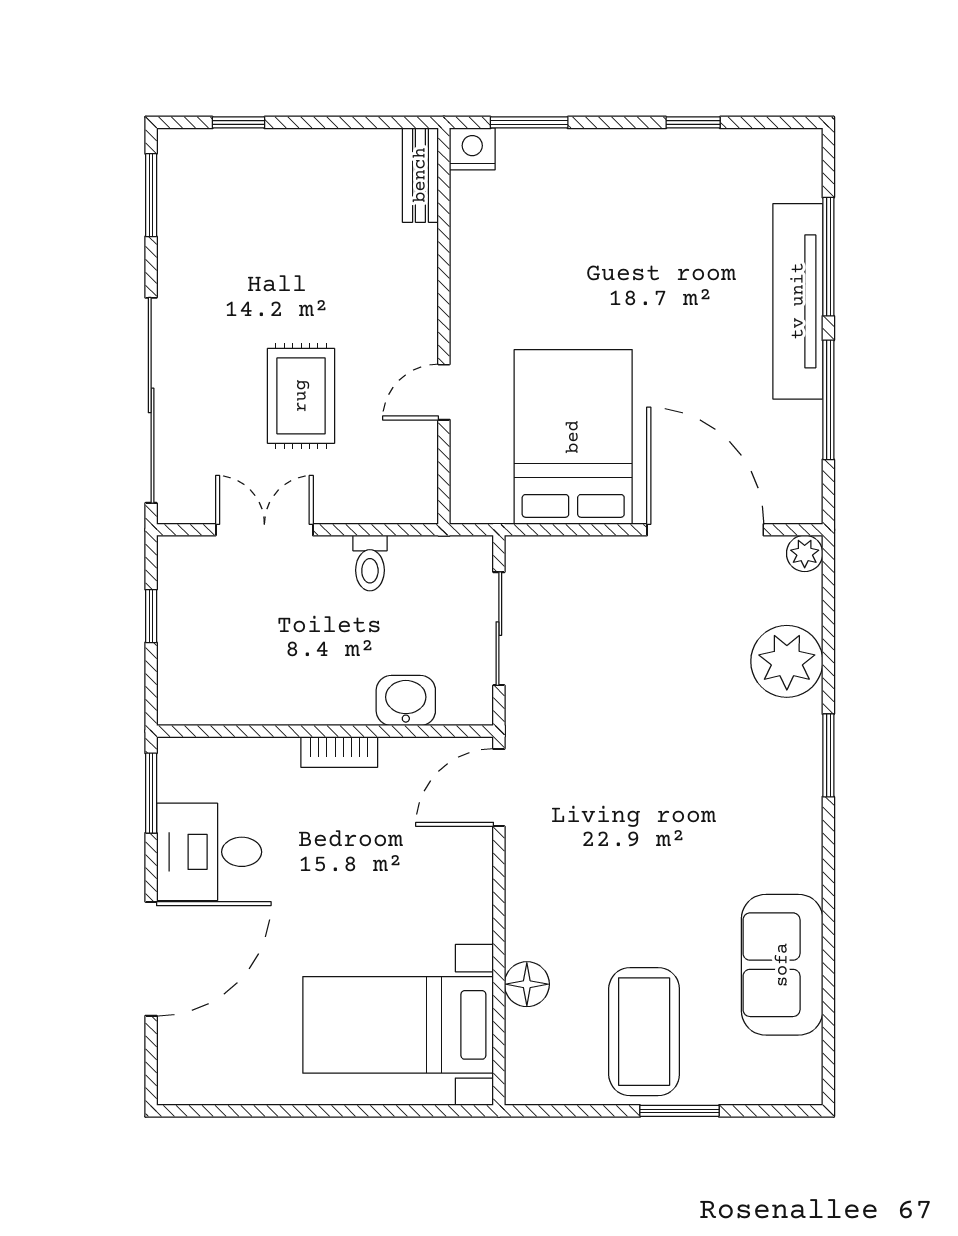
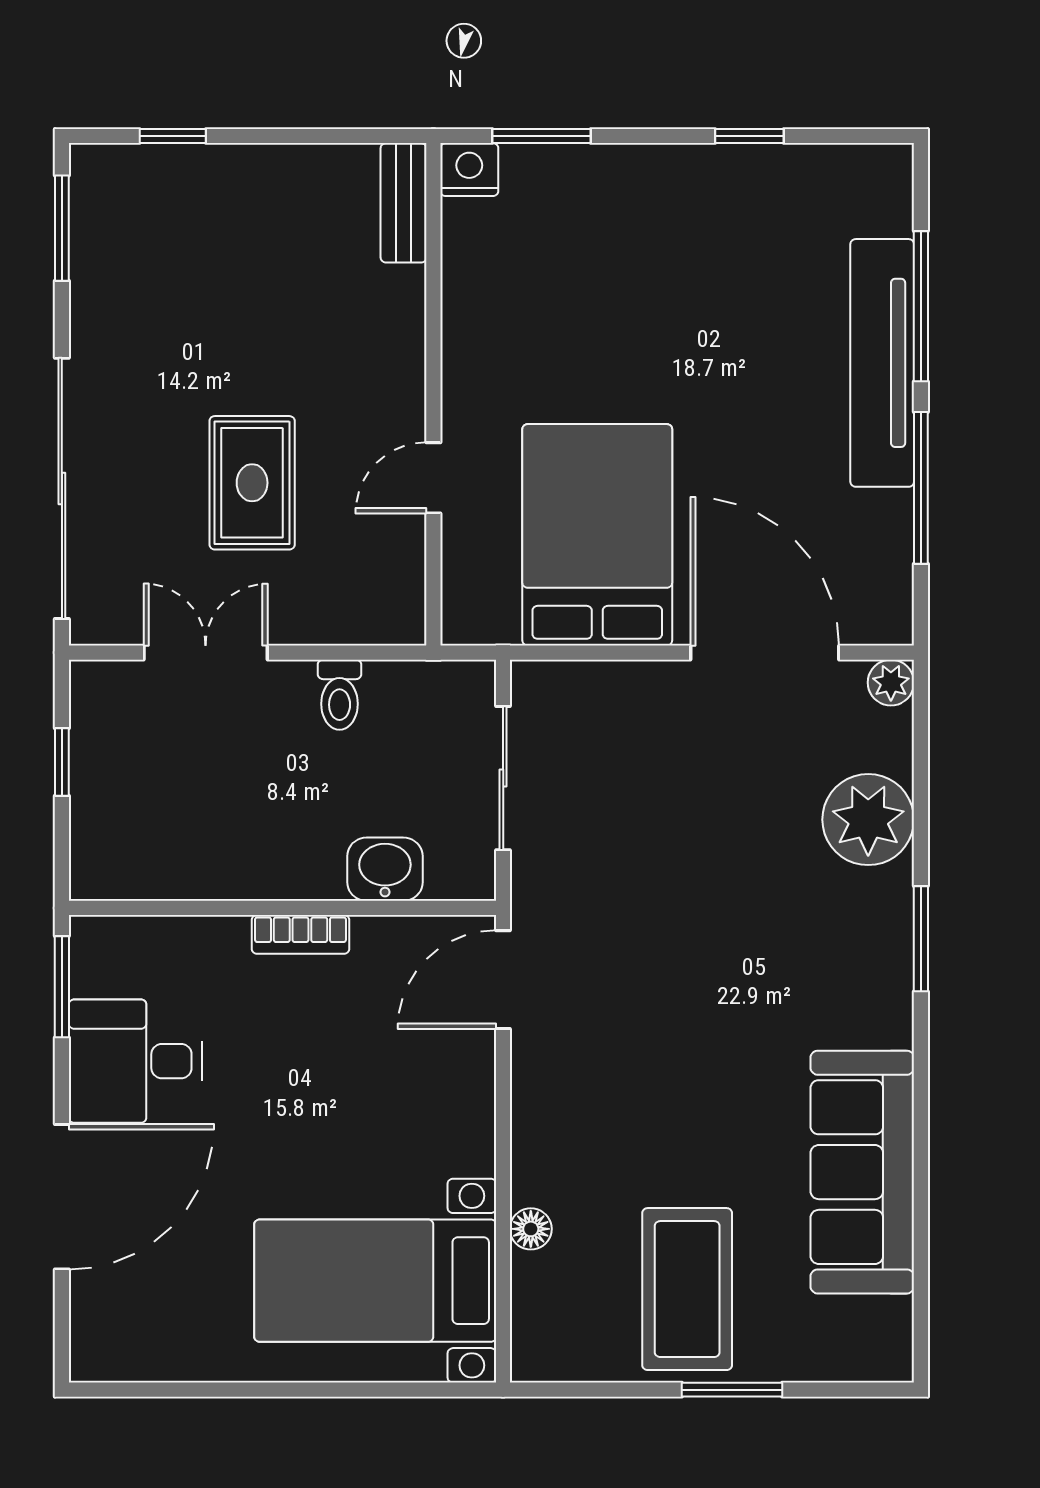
sofa: (782, 965) -> (862, 1172), width x1.36
floor lamp: (527, 984) -> (531, 1229), width x0.73, depth x0.73

